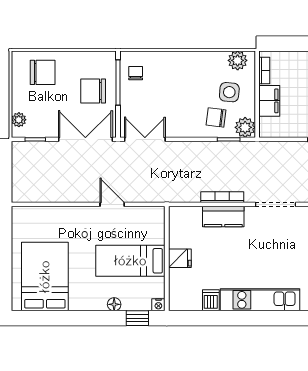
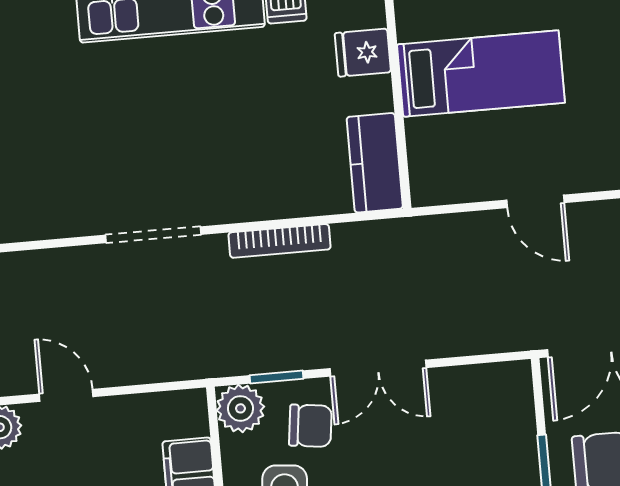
double door: (145, 139) -> (378, 368), moved
kitchen counter: (223, 217) -> (375, 163), moved, turned -90
fridge: (180, 258) -> (363, 53), moved

